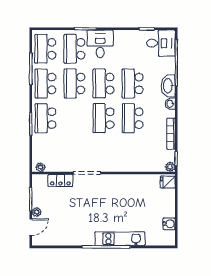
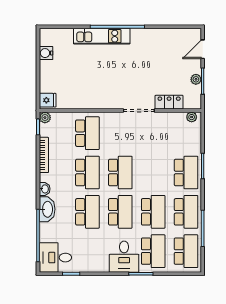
school desk: (133, 153) -> (87, 133), added
plant: (37, 212) -> (196, 79), moved

